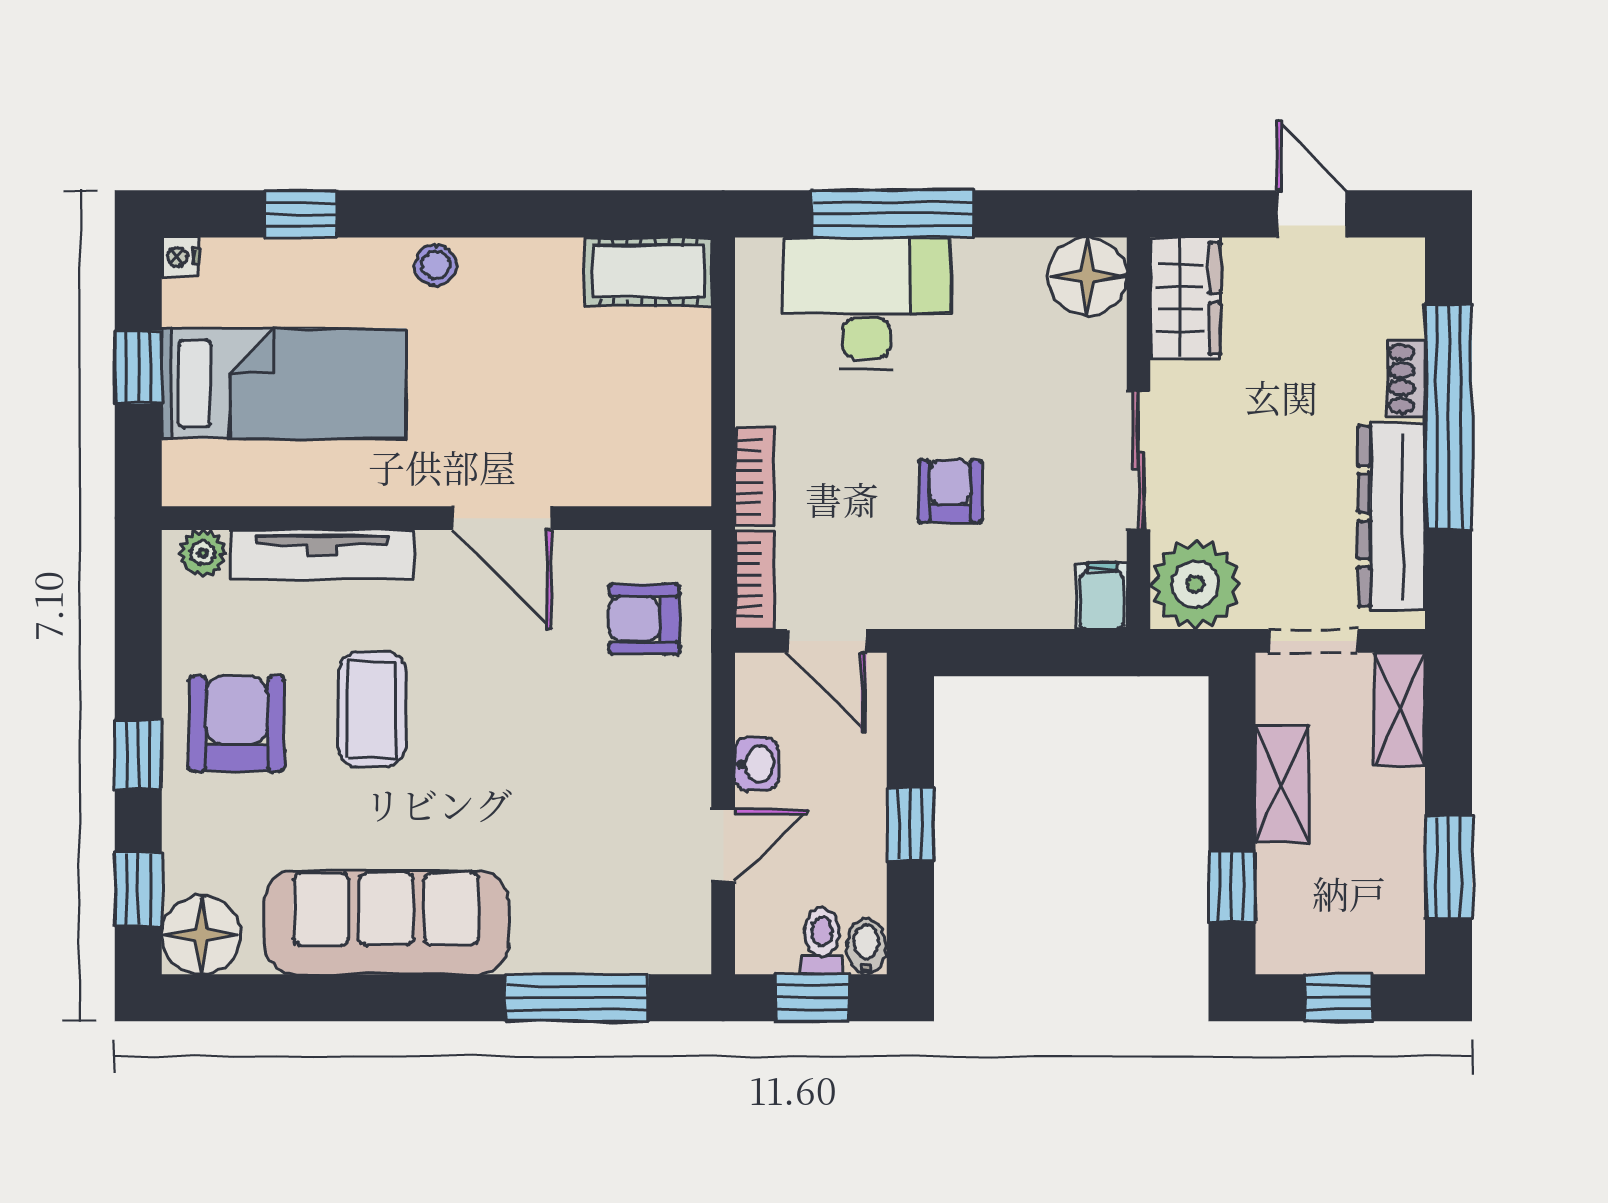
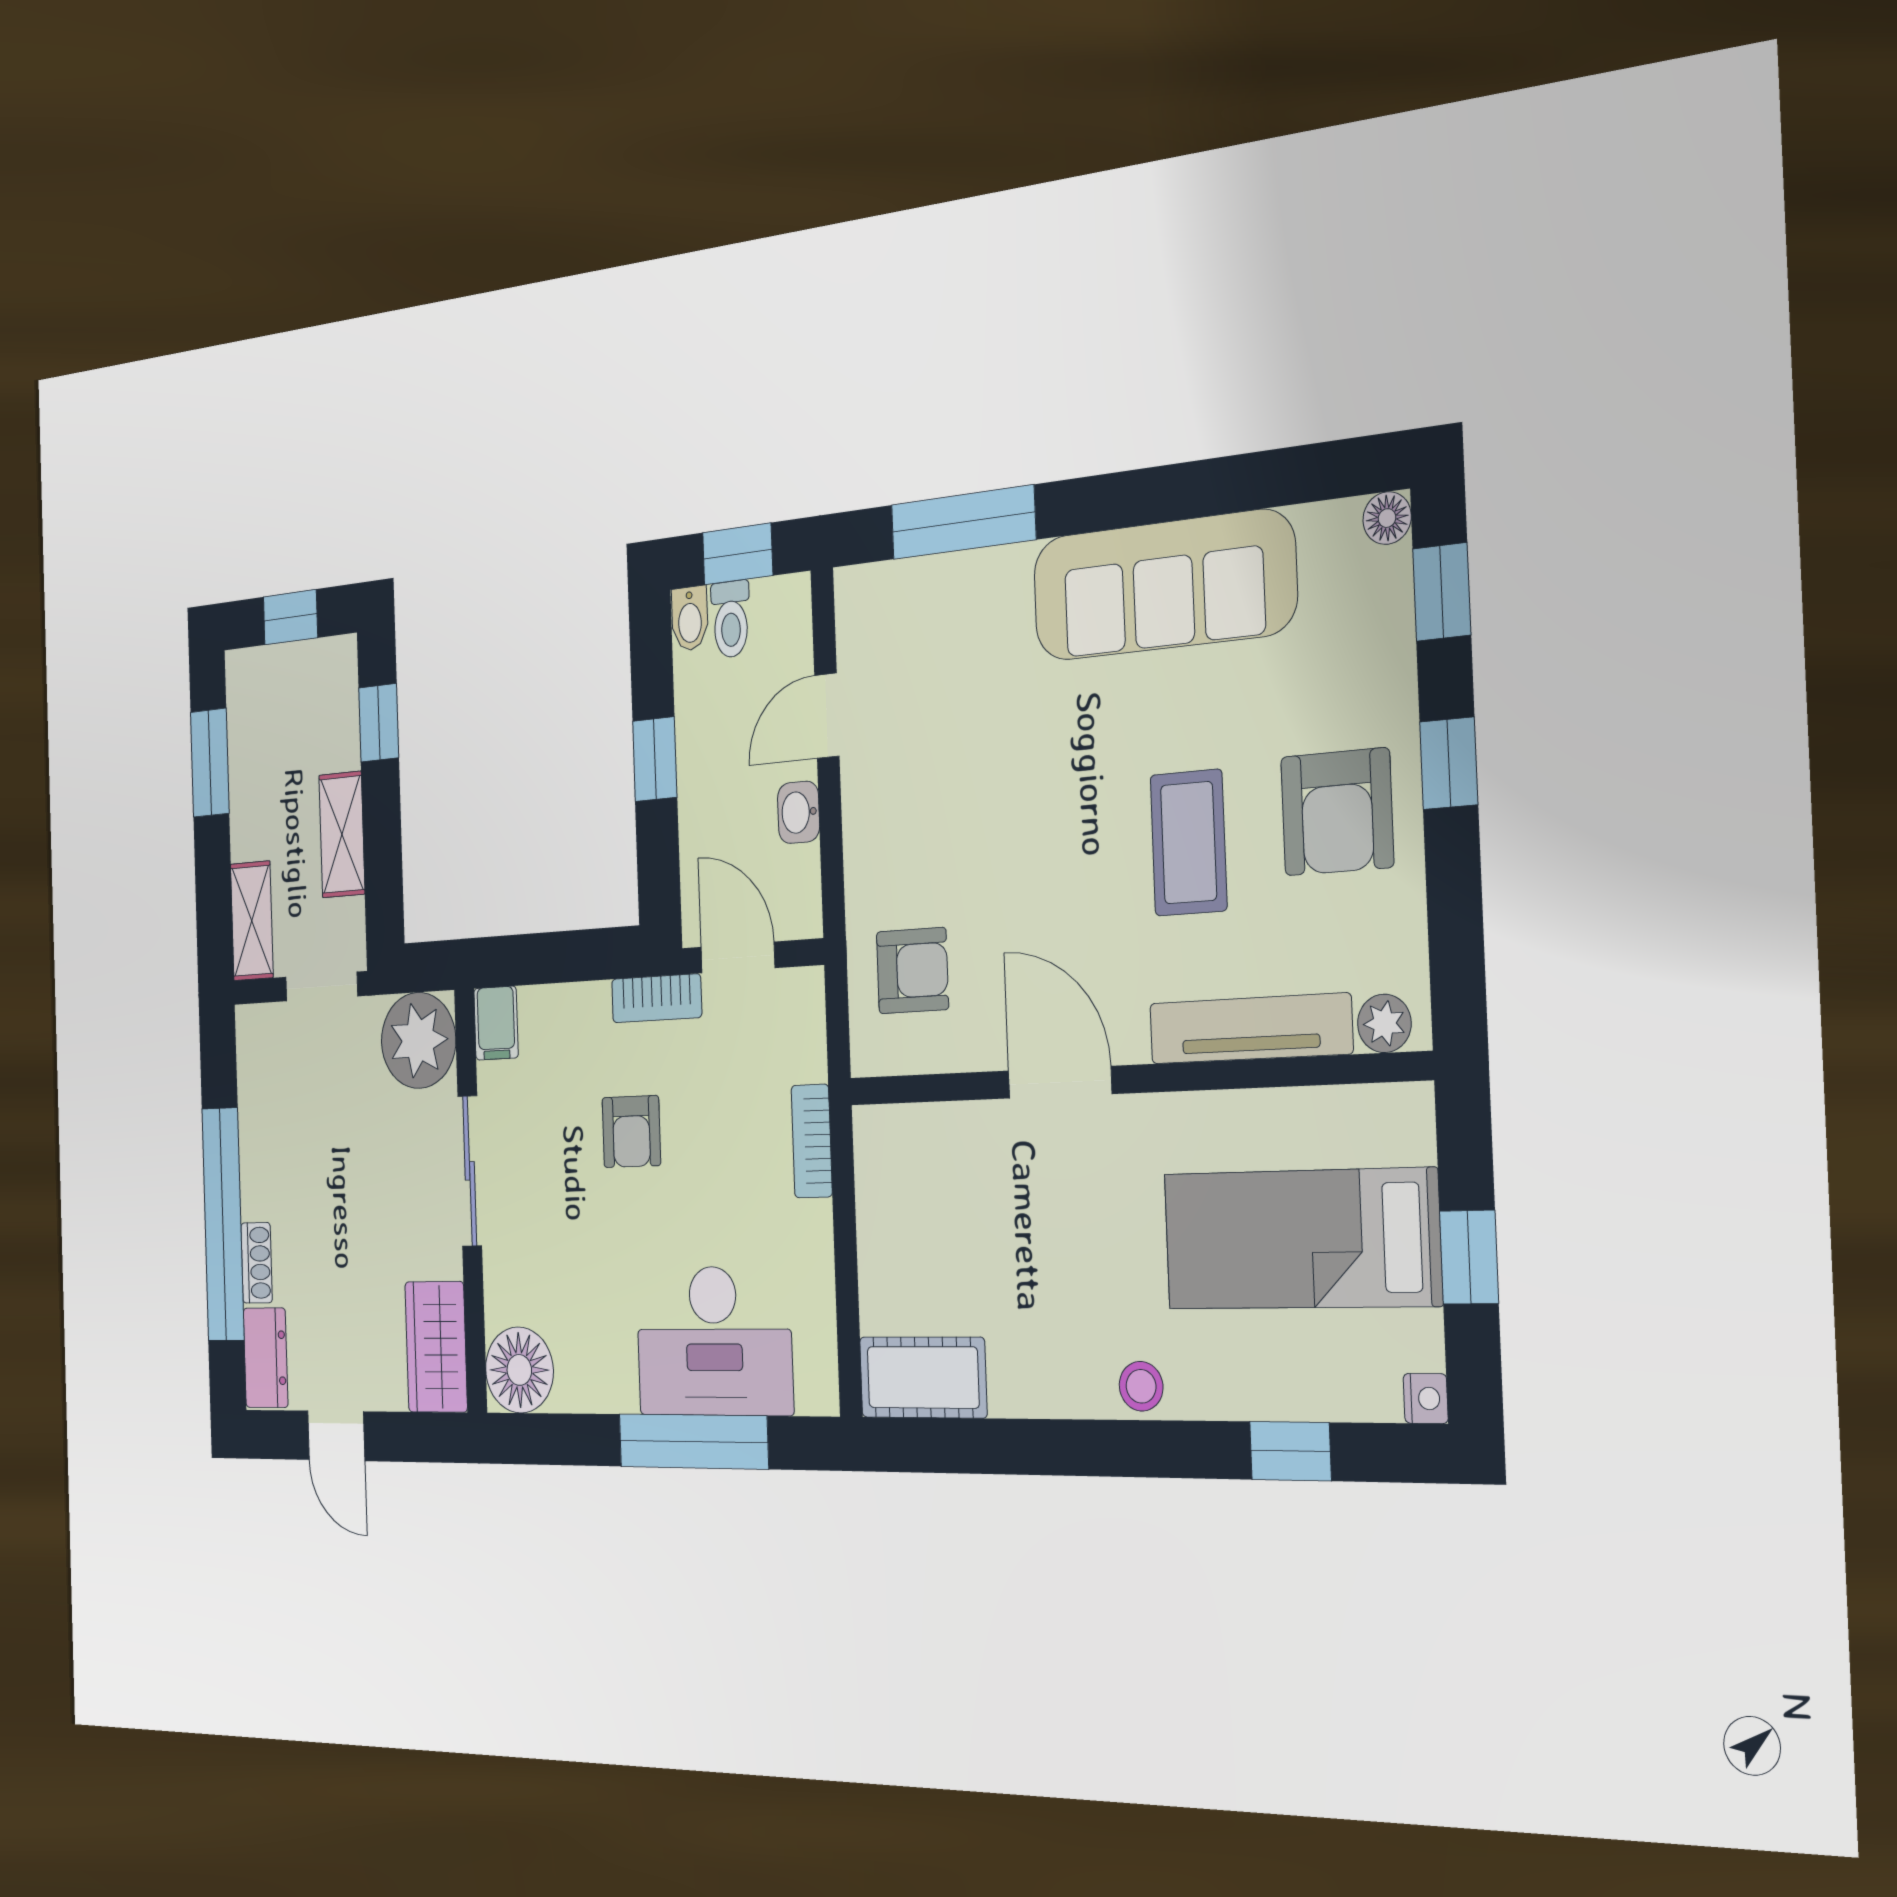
dresser: (1392, 516) -> (266, 1358), moved, width x0.51, depth x0.80
bookcase: (755, 580) -> (657, 998), moved, turned -90
floor lamp: (201, 935) -> (1387, 518), width x0.53, depth x0.53

